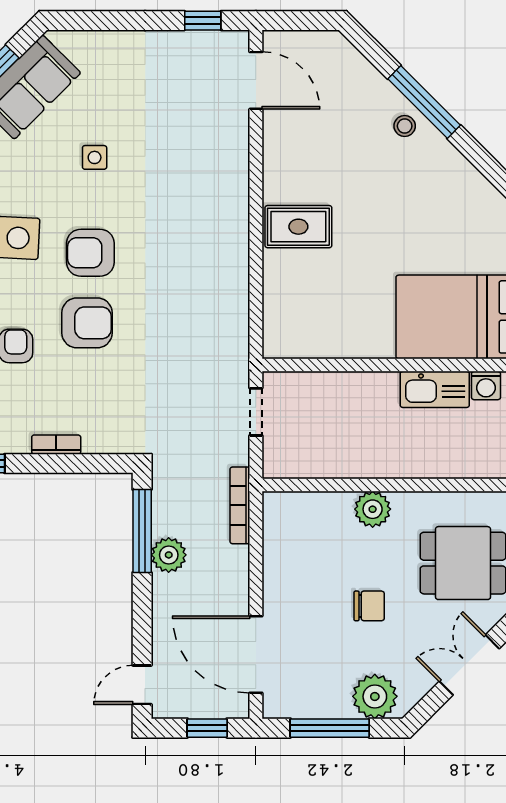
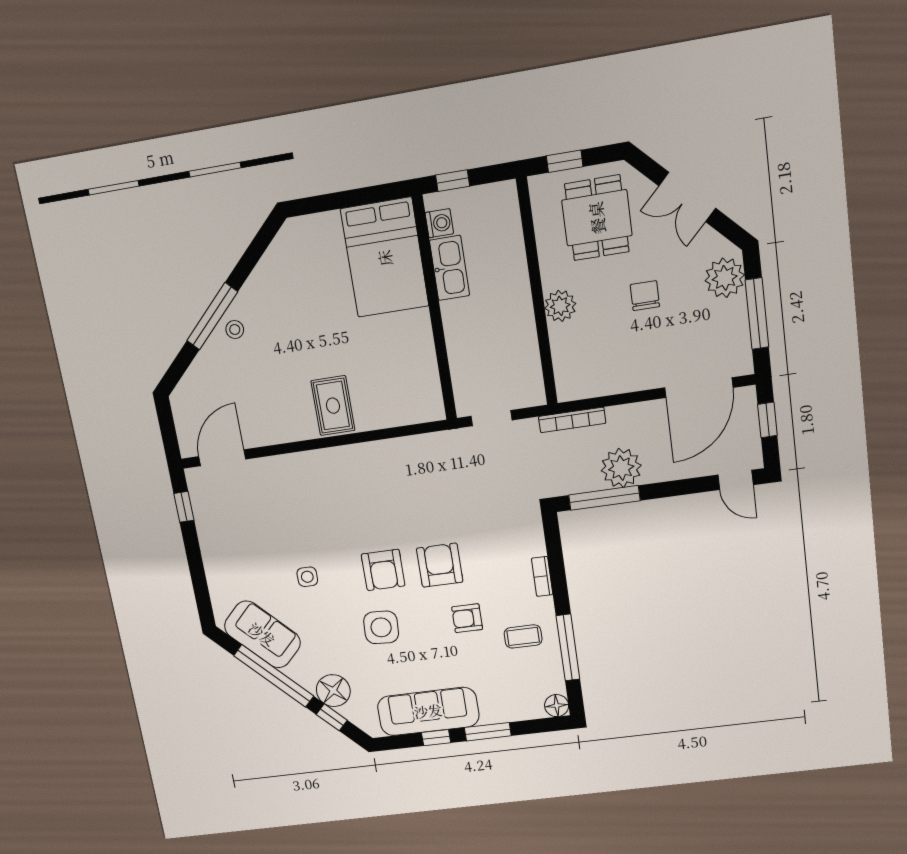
plant: (169, 555) -> (621, 468), width x1.36, depth x1.36

